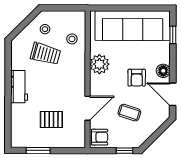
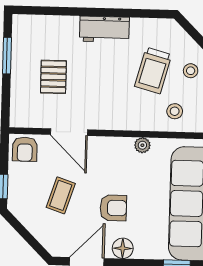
plant: (99, 64) -> (142, 145), width x0.53, depth x0.53
armchair: (137, 78) -> (113, 208), turned 180

